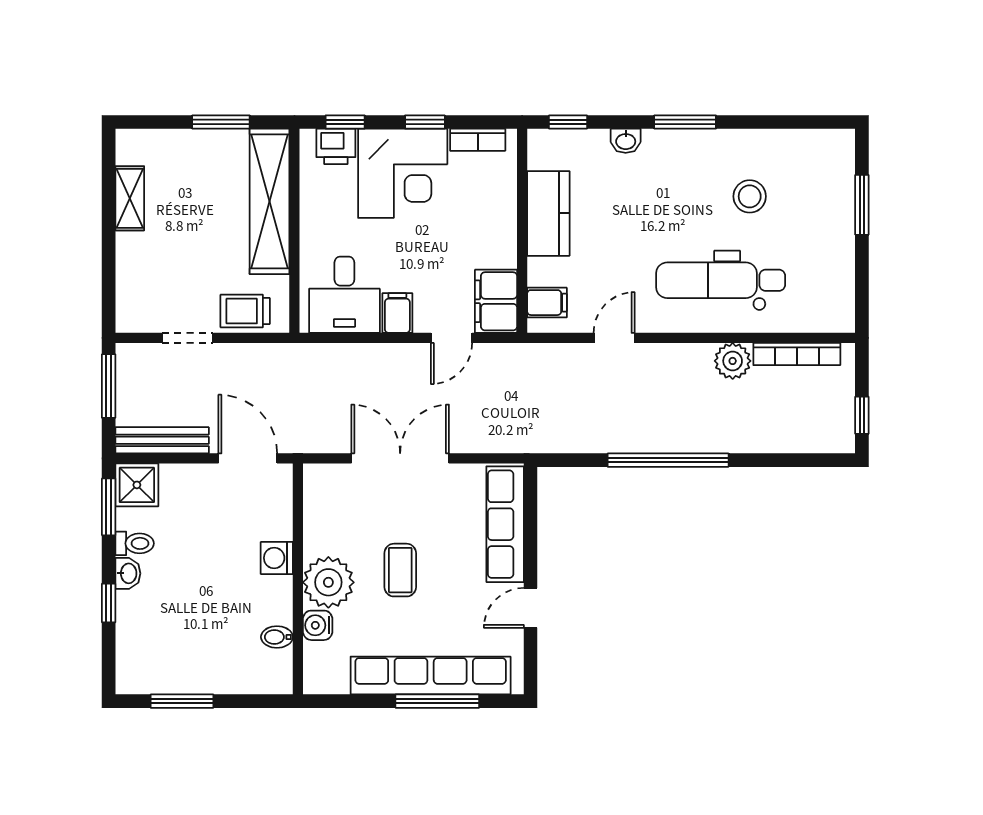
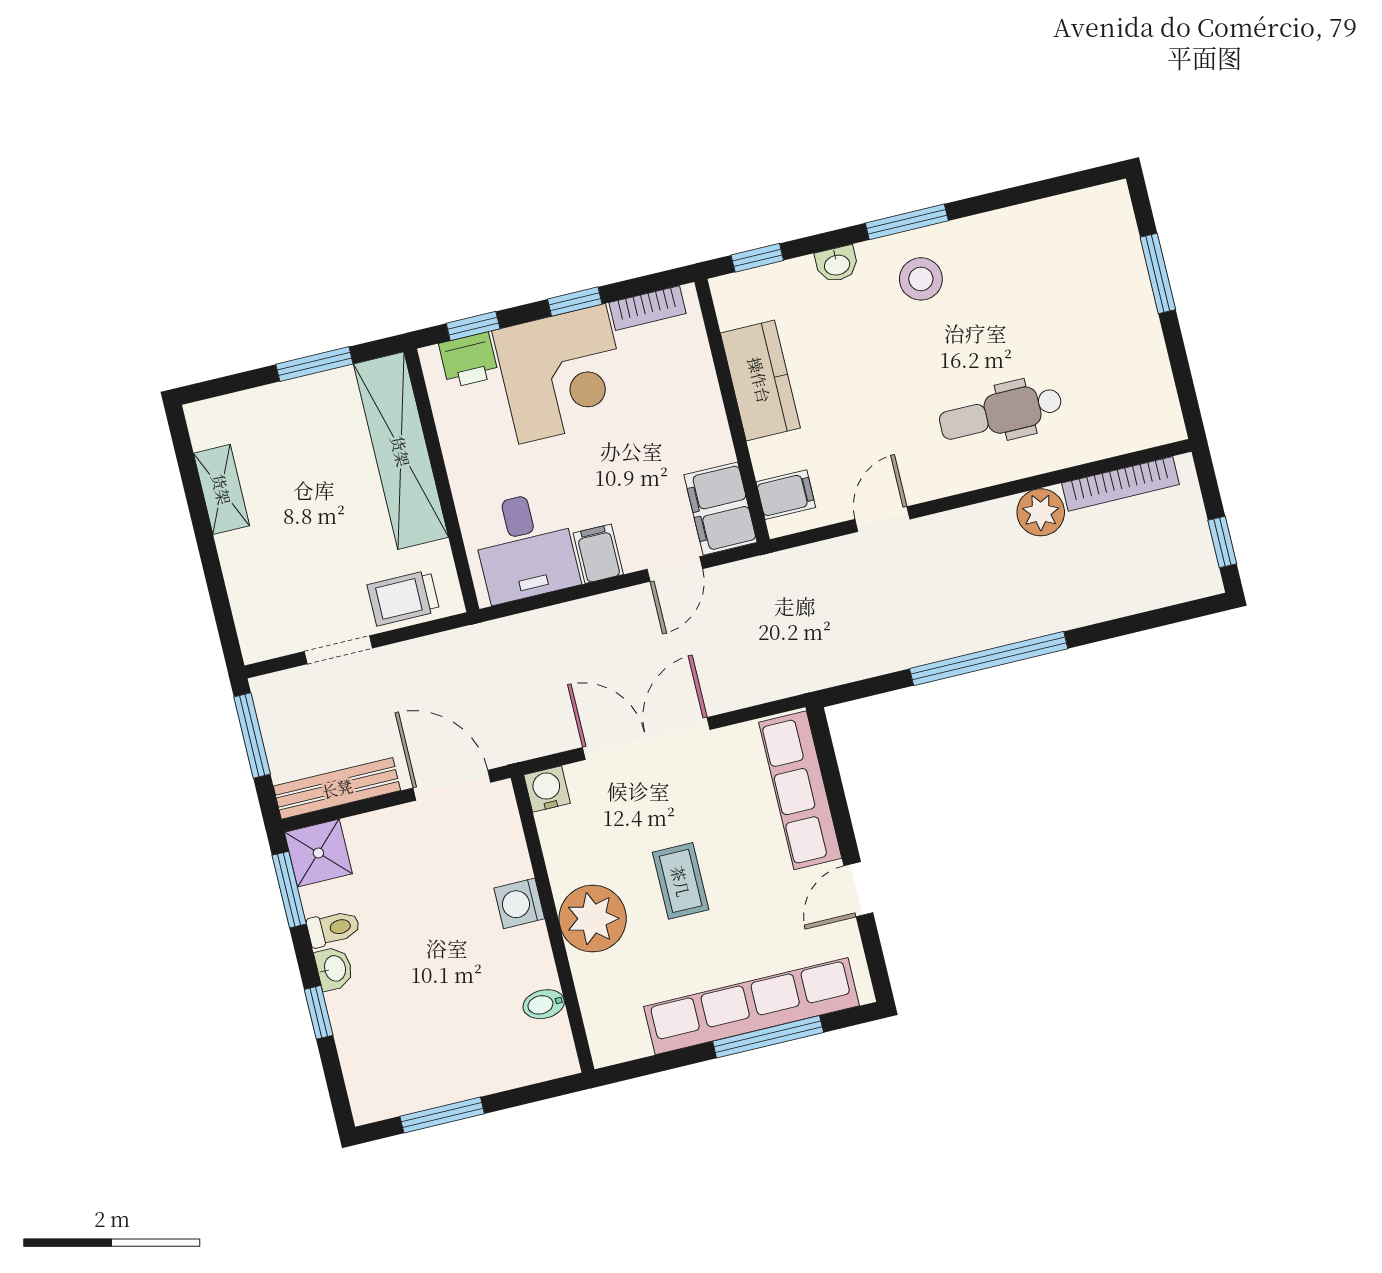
stool: (750, 196) -> (921, 279), moved
dental chair: (721, 280) -> (1001, 413), width x0.73, depth x0.72
water cooler: (318, 625) -> (547, 789), moved, turned 90

